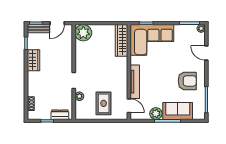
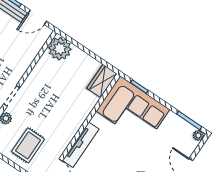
wardrobe: (122, 40) -> (102, 81), width x0.67

